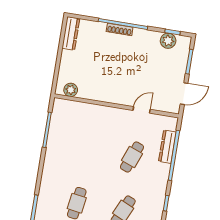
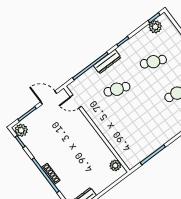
plant: (168, 41) -> (21, 130), moved
door: (142, 110) -> (76, 102), moved
dresser: (167, 147) -> (107, 62), moved

